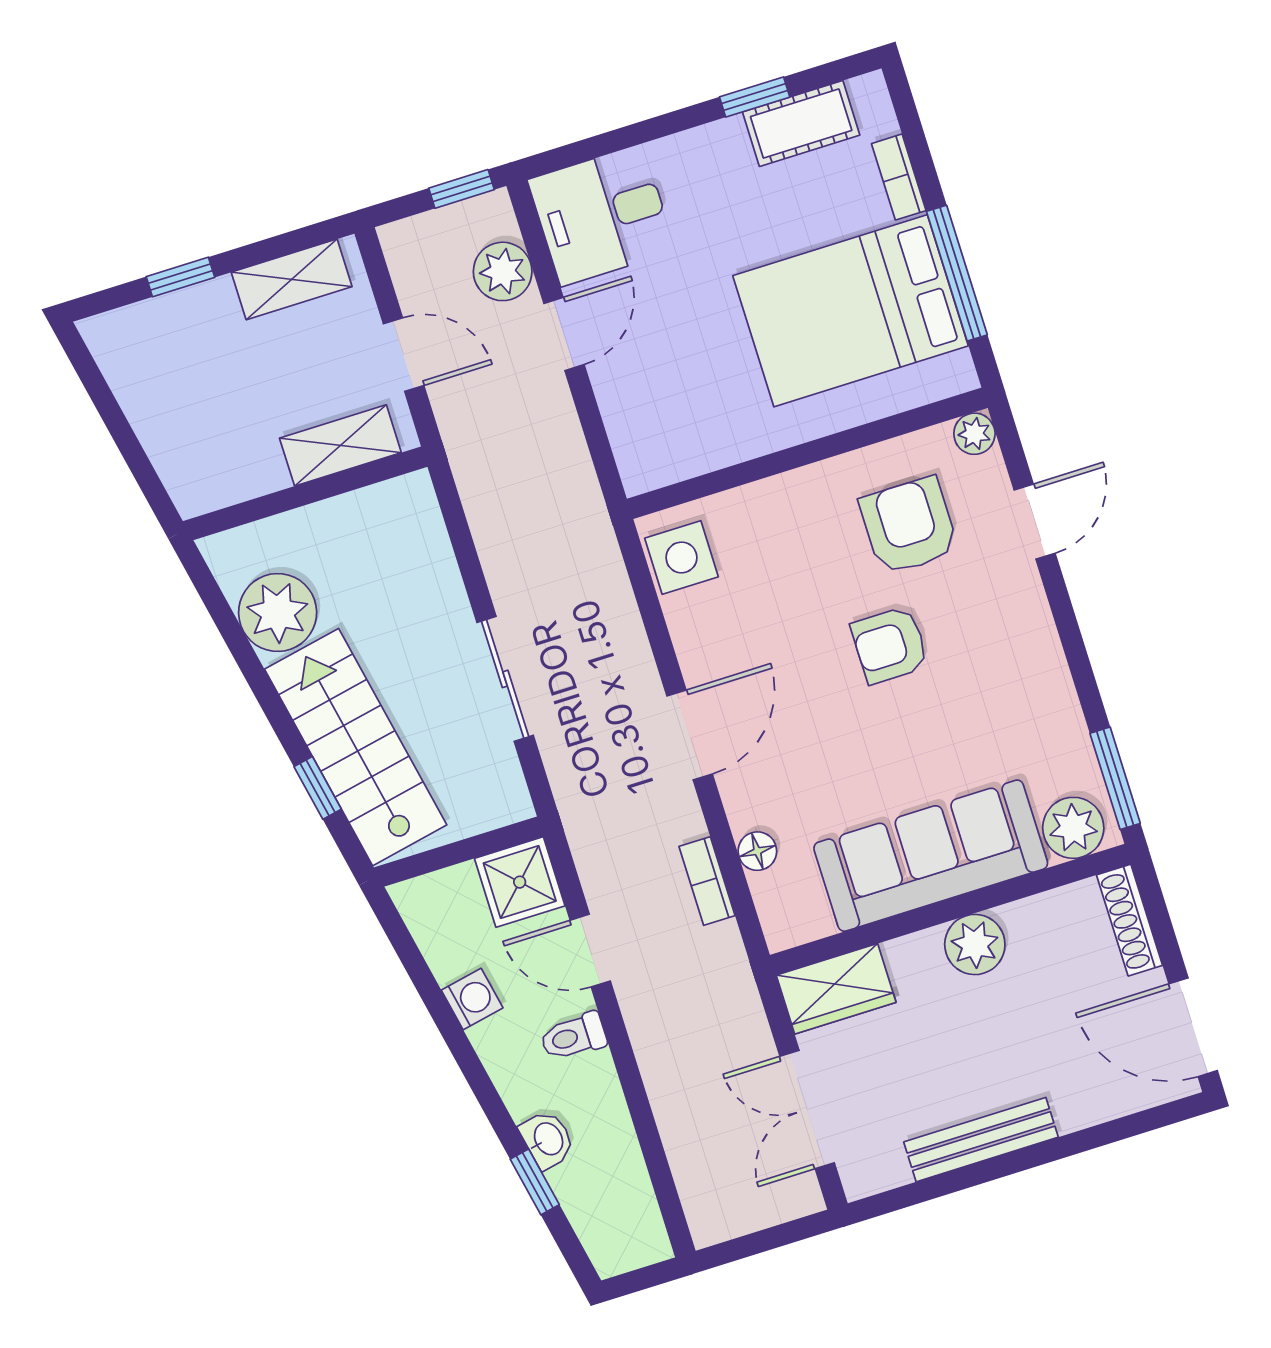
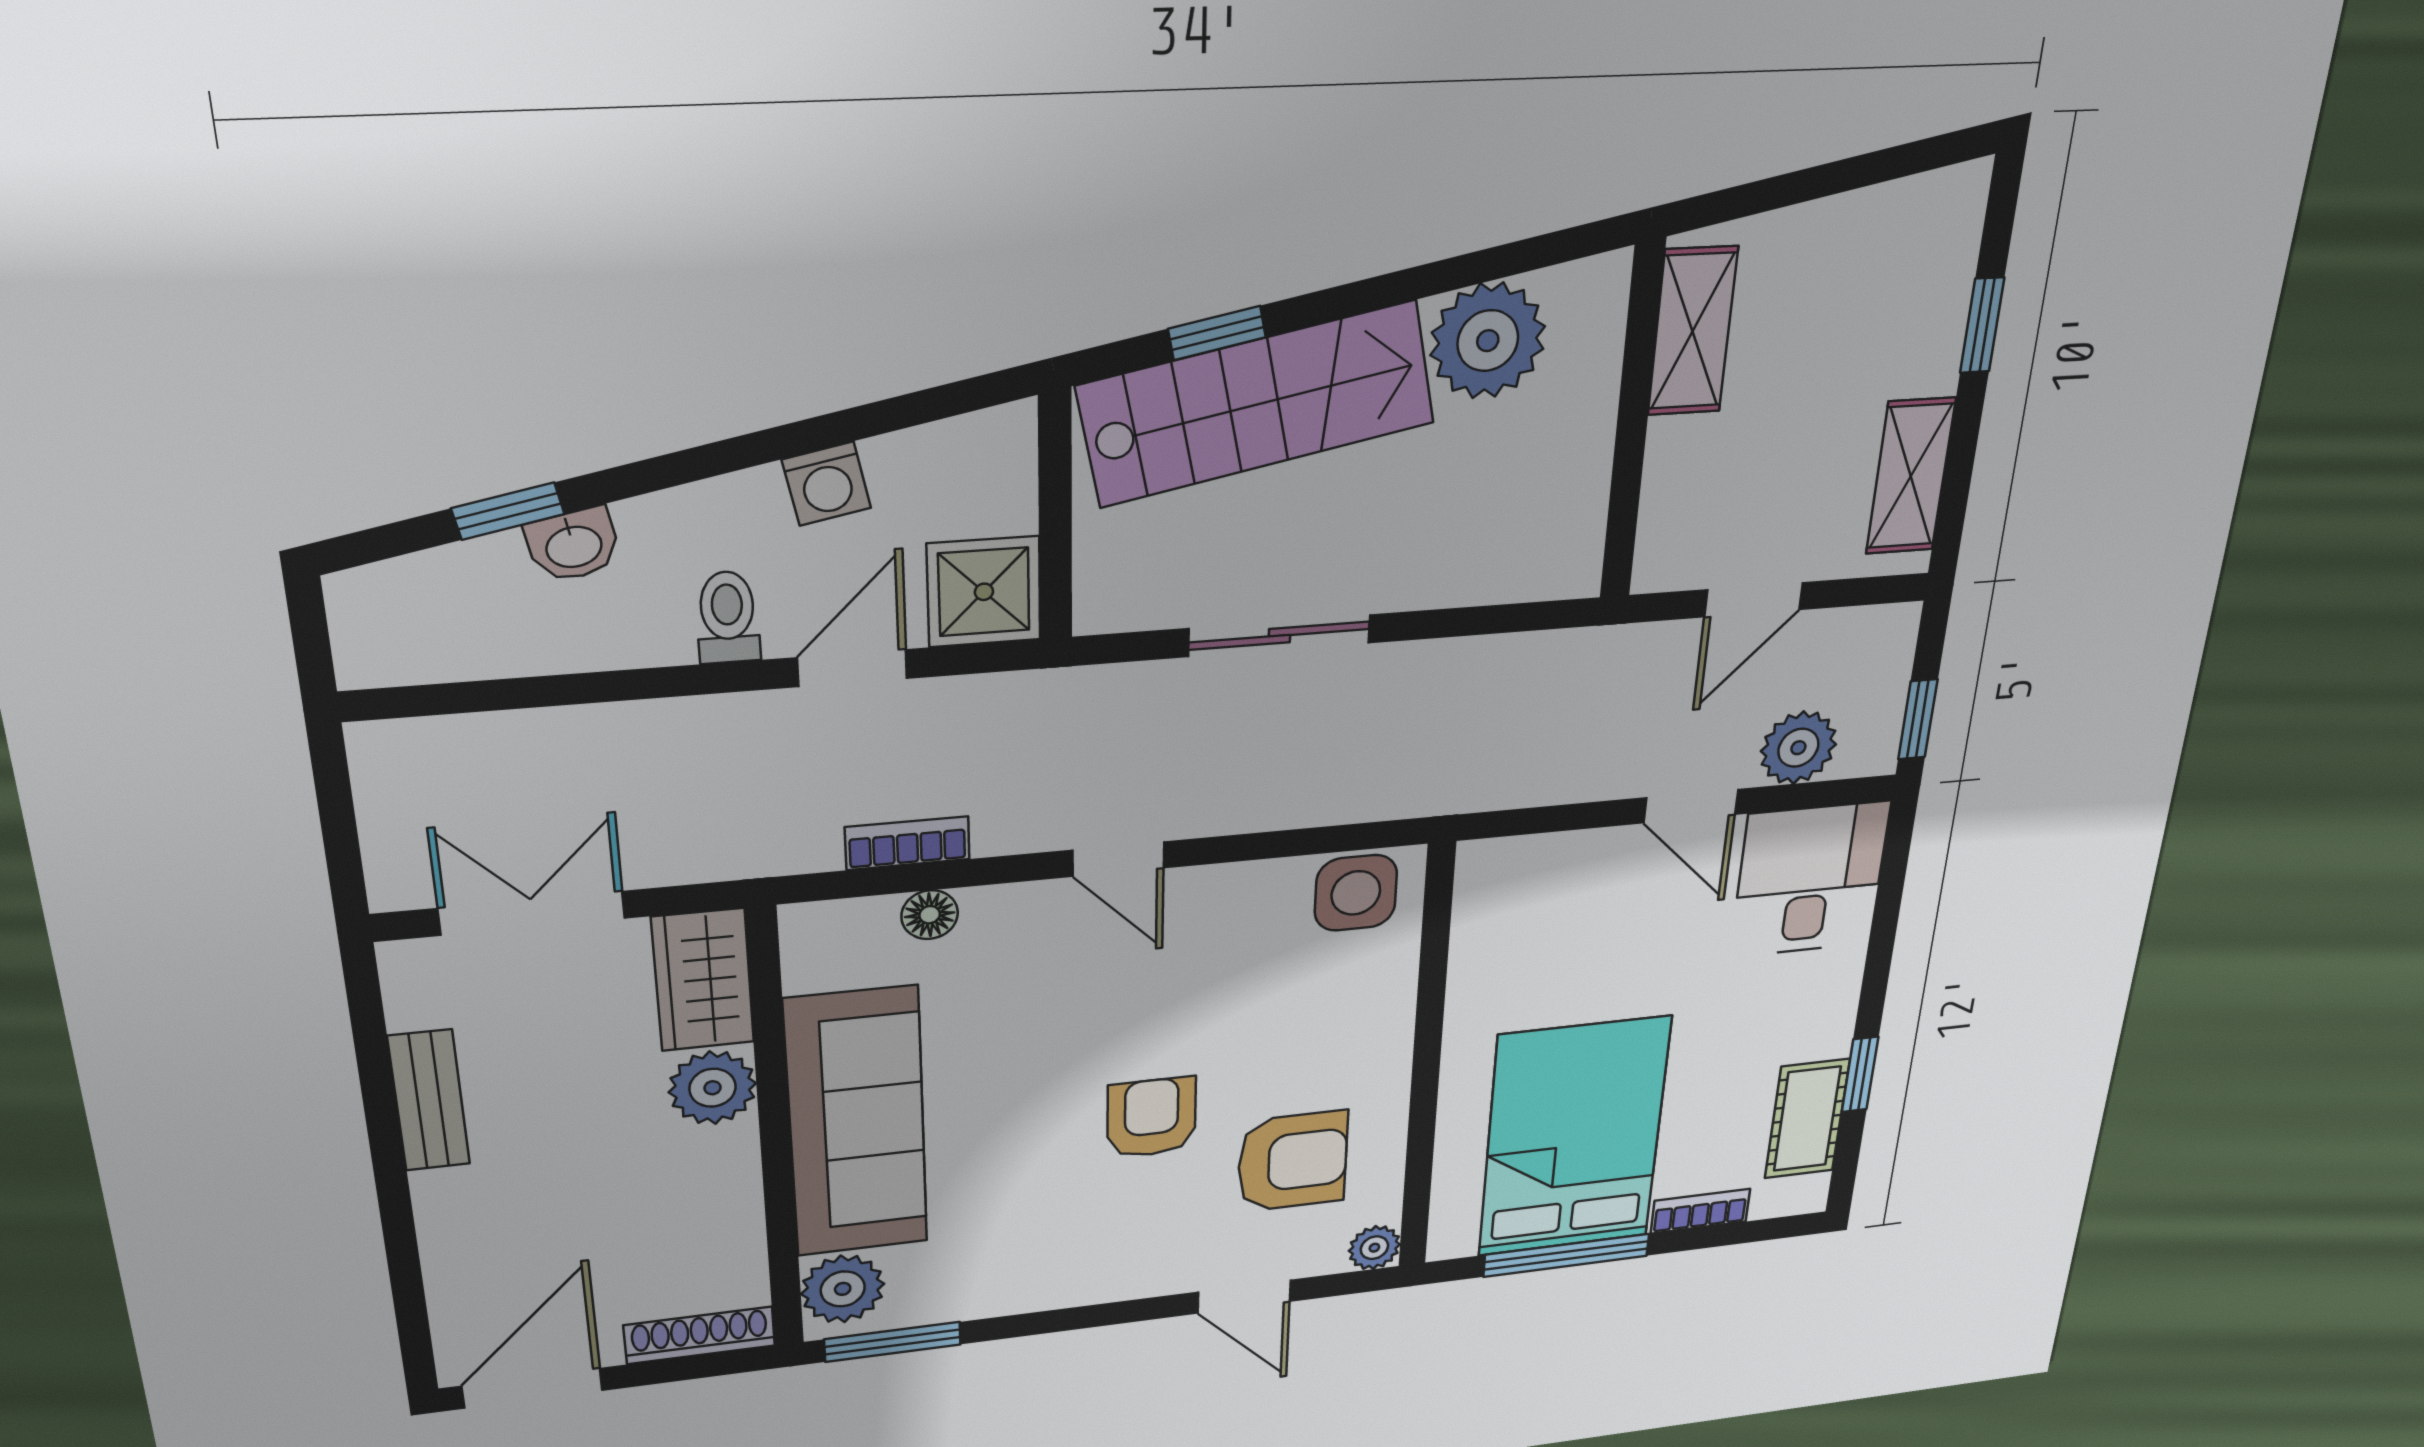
shelving: (340, 445) -> (1693, 331), moved
door: (690, 735) -> (1118, 859), width x0.73
plant: (975, 944) -> (713, 1088), moved
bench: (981, 1140) -> (429, 1101), width x0.73

